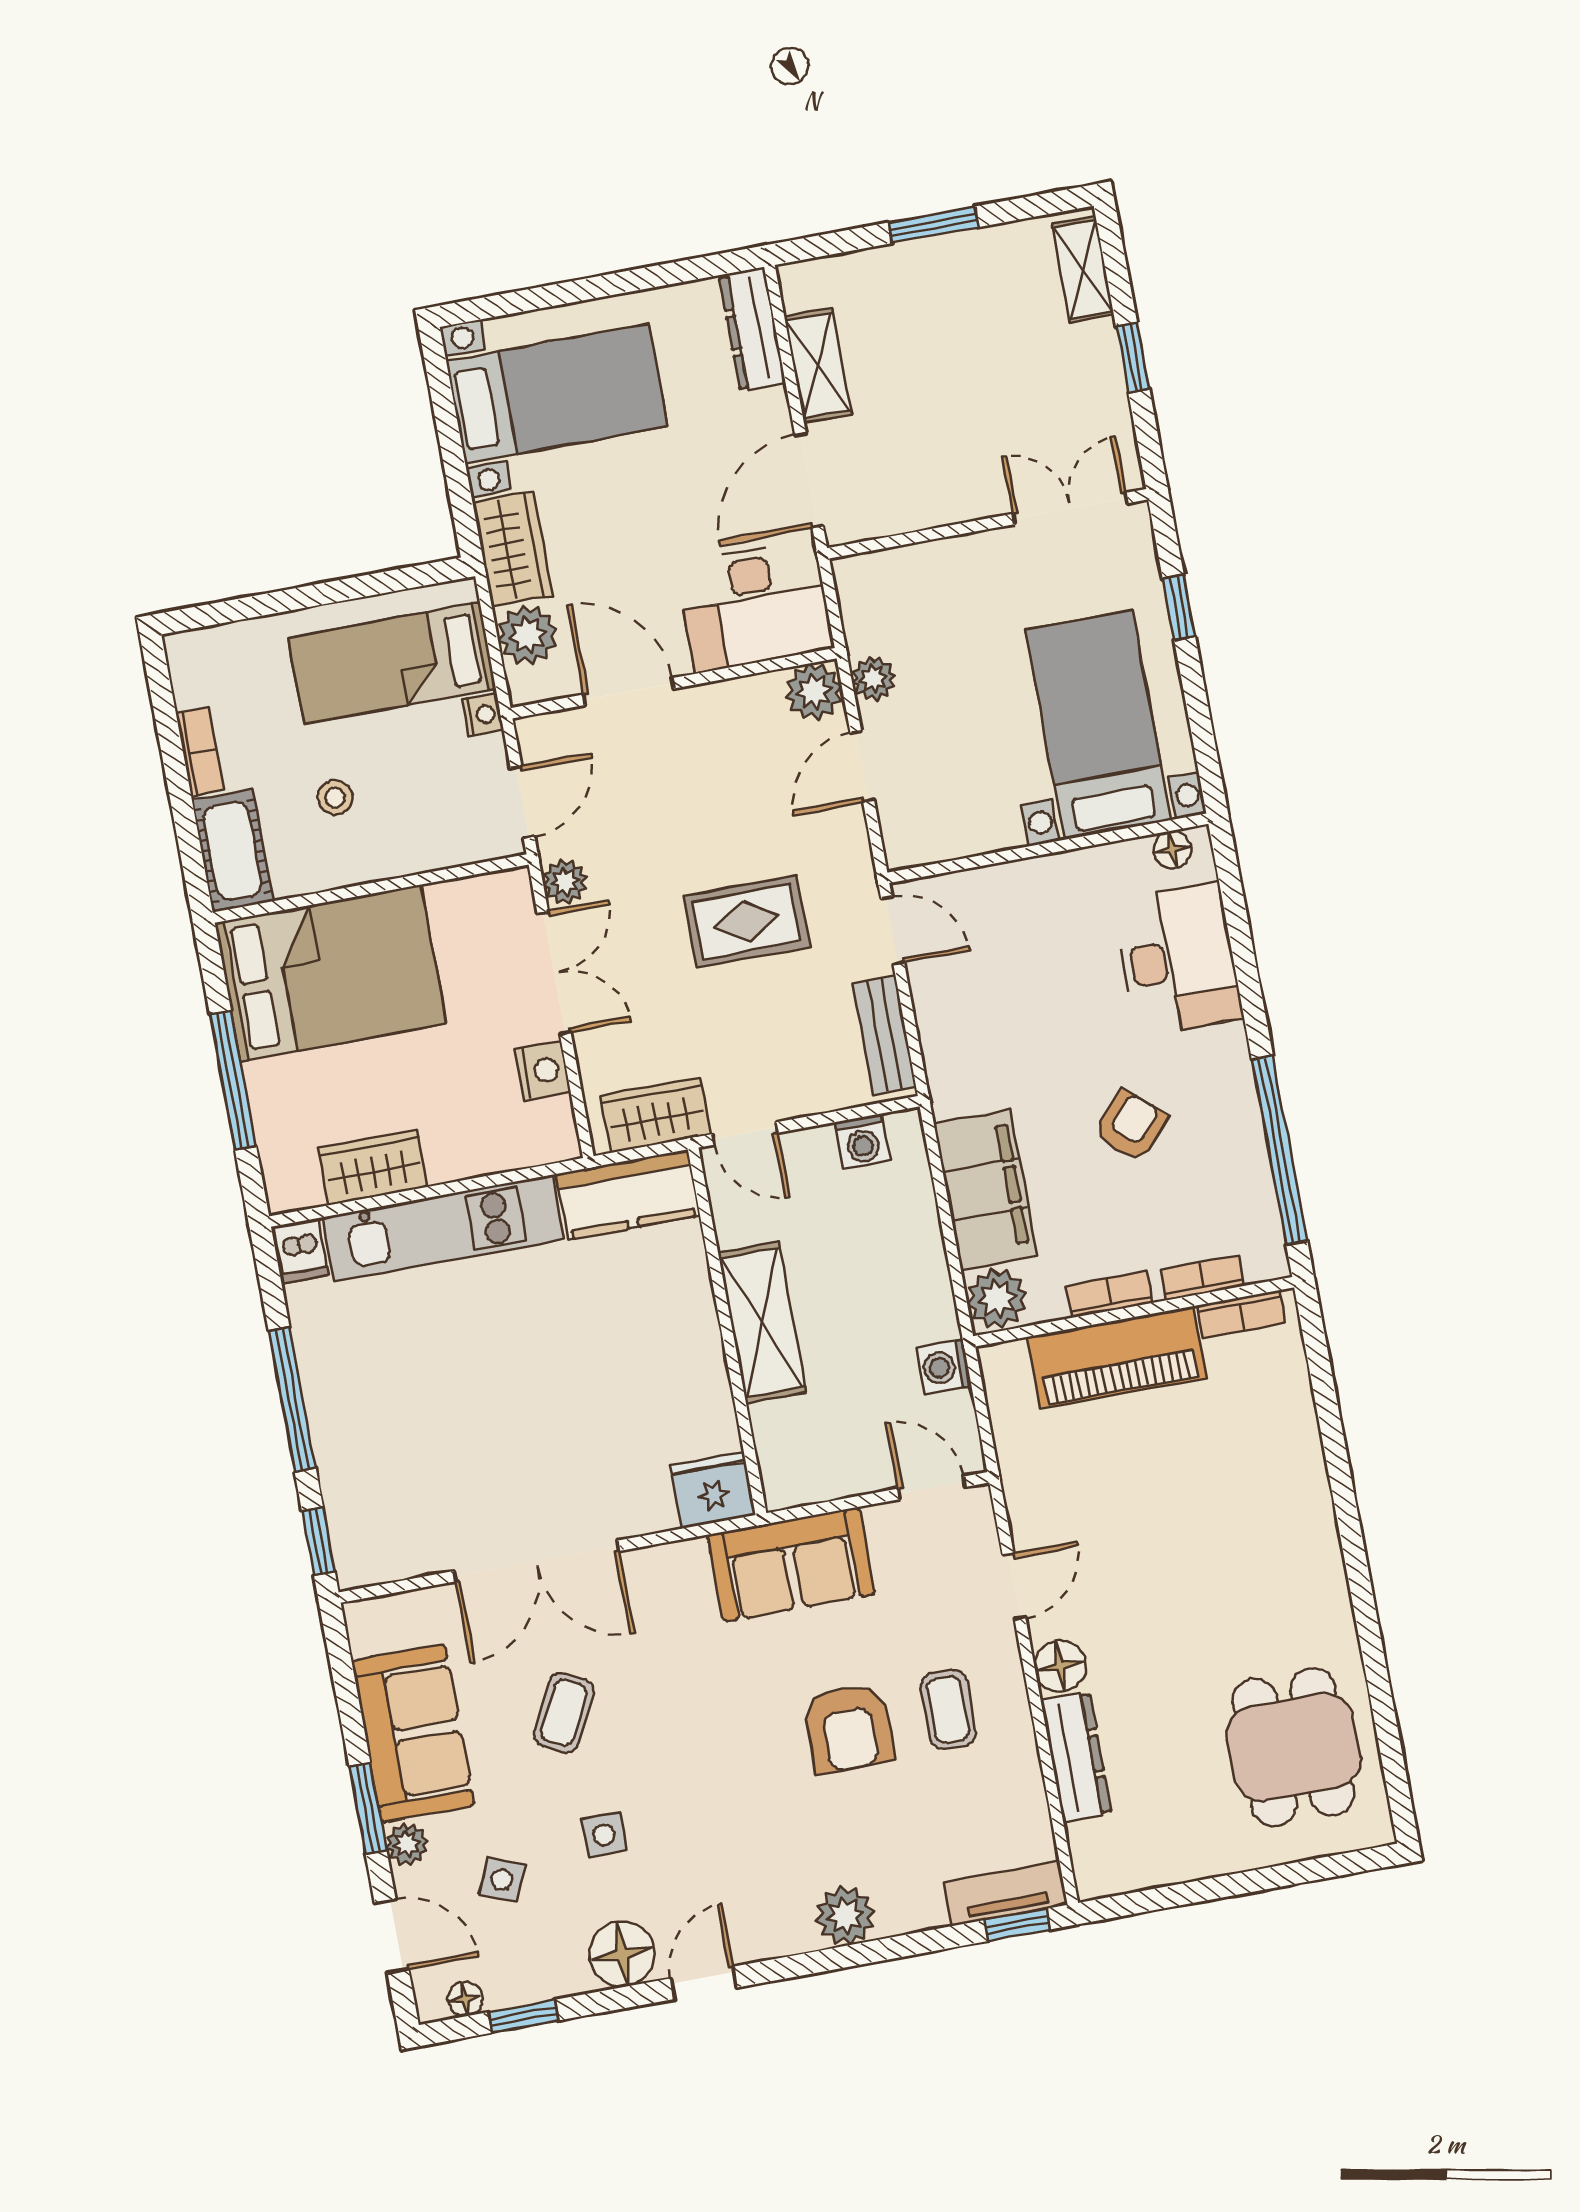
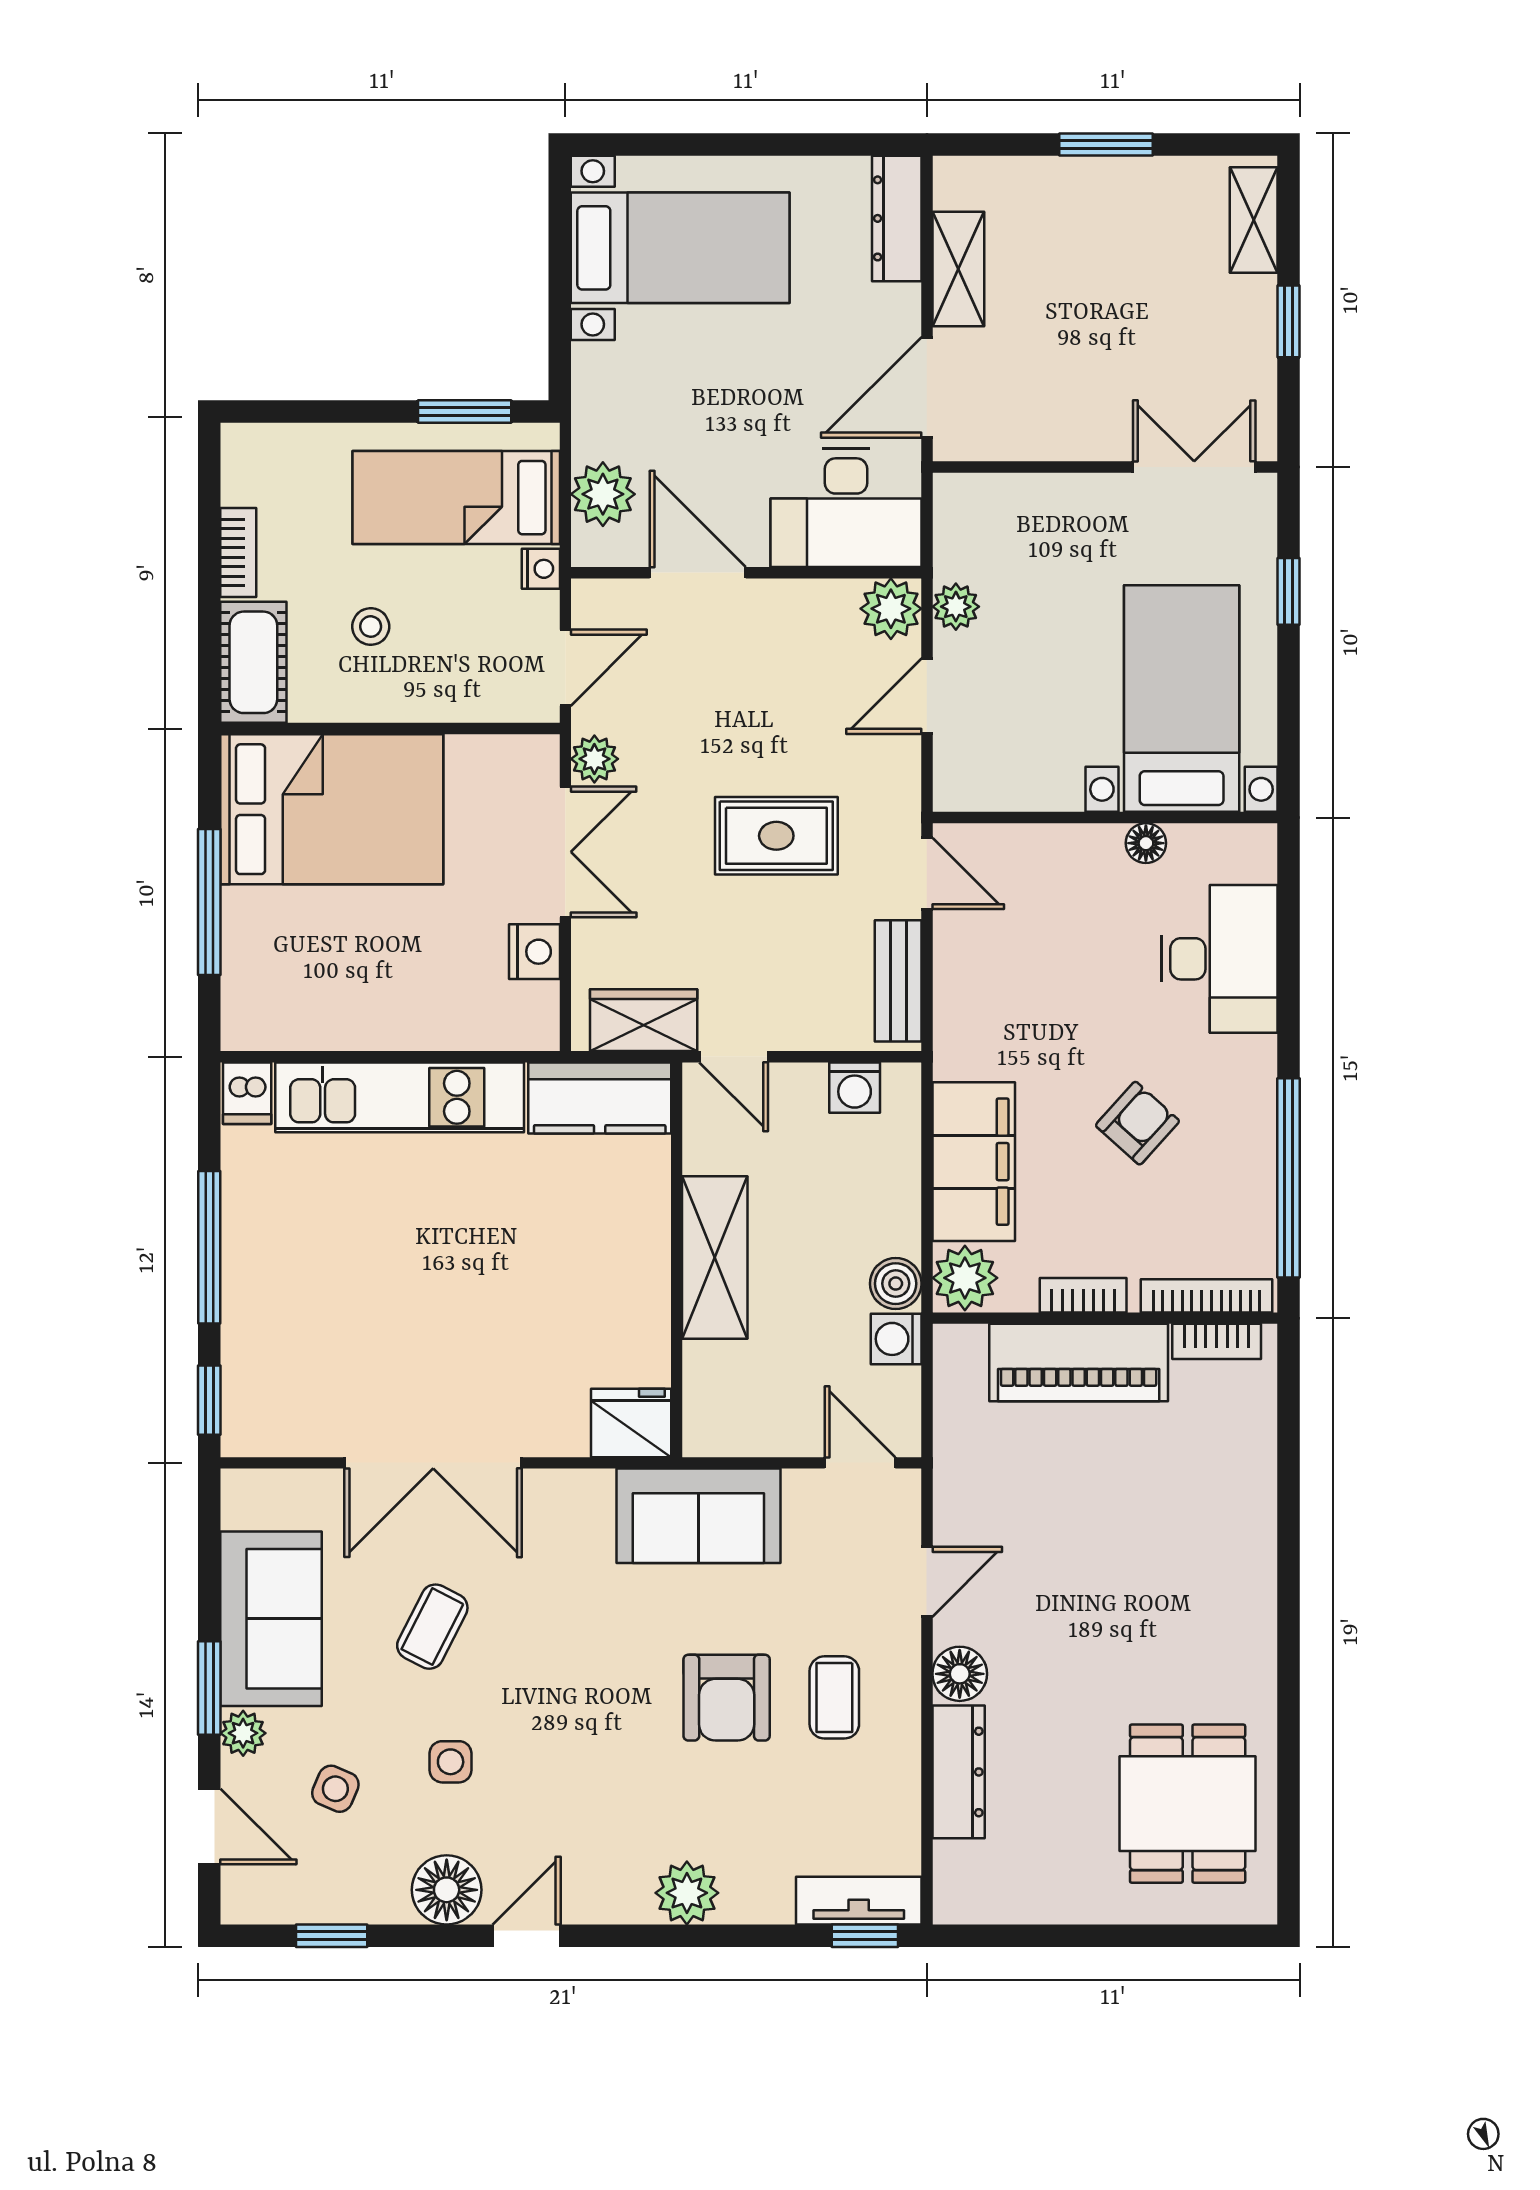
wardrobe: (512, 549) -> (604, 401), removed
window: (385, 582) -> (465, 411), added
floor lamp: (1172, 850) -> (1146, 843), moved
wardrobe: (373, 1167) -> (339, 1020), removed
bookcase: (1202, 1278) -> (1207, 1296), width x1.56
boiler: (934, 1316) -> (896, 1284), added
floor lamp: (465, 1999) -> (274, 1906), removed

